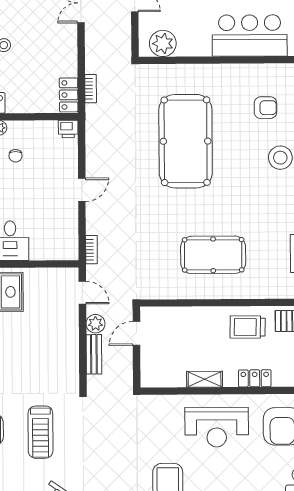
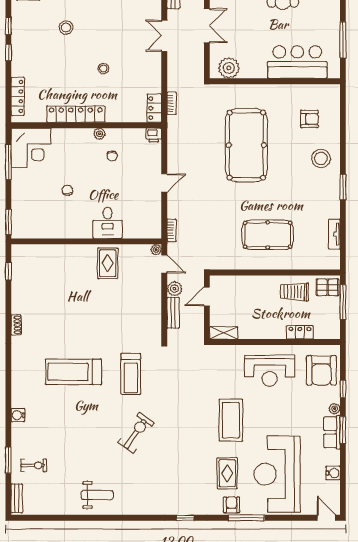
plant: (72, 274) -> (156, 250), added
shelving: (205, 379) -> (224, 333), moved

